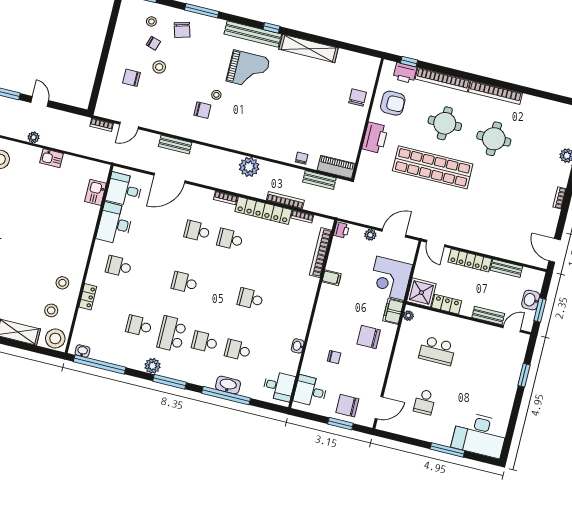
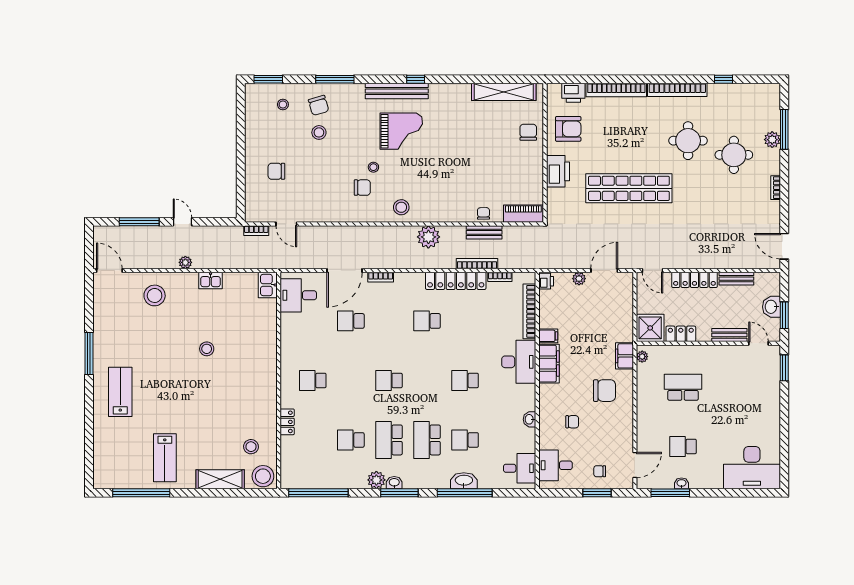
chair: (153, 43) -> (291, 128), removed
shelving: (309, 49) -> (504, 92), moved
window: (409, 62) -> (724, 79), moved
stool: (159, 67) -> (319, 132), moved
round table: (445, 123) -> (734, 155), moved
door: (129, 126) -> (286, 224), hinge flipped
stool: (232, 135) -> (401, 207), added
bench: (175, 145) -> (342, 232), removed
bench: (319, 180) -> (484, 232), moved
kitchen sink: (96, 192) -> (268, 285), moved
bookcase: (225, 198) -> (381, 277), moved
desk: (115, 224) -> (519, 362), moved, turned 180
school desk: (197, 231) -> (351, 321), moved
corner desk: (390, 278) -> (613, 321), removed
stool: (62, 283) -> (207, 349), moved
filing cabinet: (326, 302) -> (549, 364), added
door: (512, 329) -> (759, 343), hinge flipped
chair: (369, 337) -> (605, 391), turned 180
school desk: (205, 342) -> (427, 440), width x1.85
washbasin: (82, 351) -> (394, 483), moved
school desk: (437, 351) -> (683, 387), turned 180
window: (524, 375) -> (784, 368), moved
school desk: (425, 402) -> (683, 446), turned 90
chair: (347, 406) -> (600, 471), width x0.54, depth x0.54
washbasin: (415, 433) -> (681, 483), added
window: (447, 450) -> (670, 493), moved

